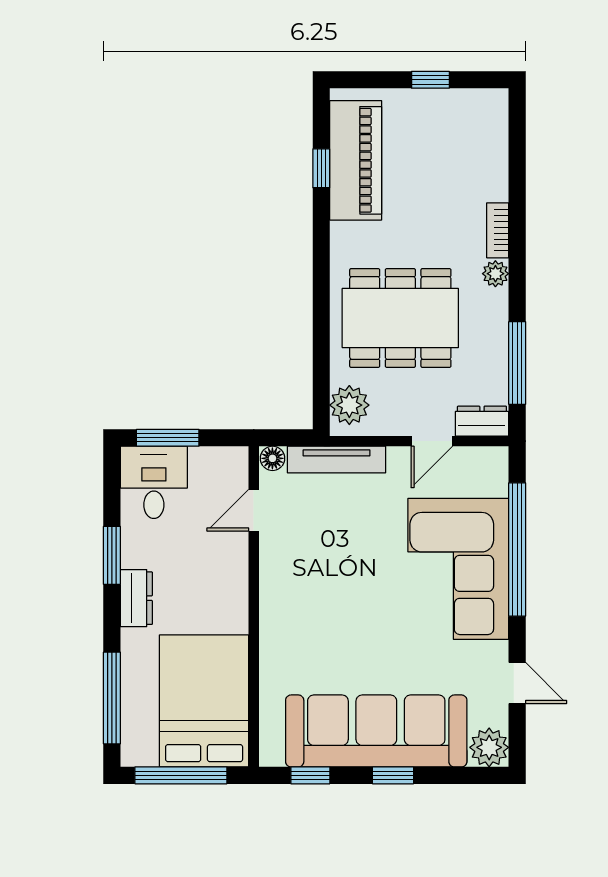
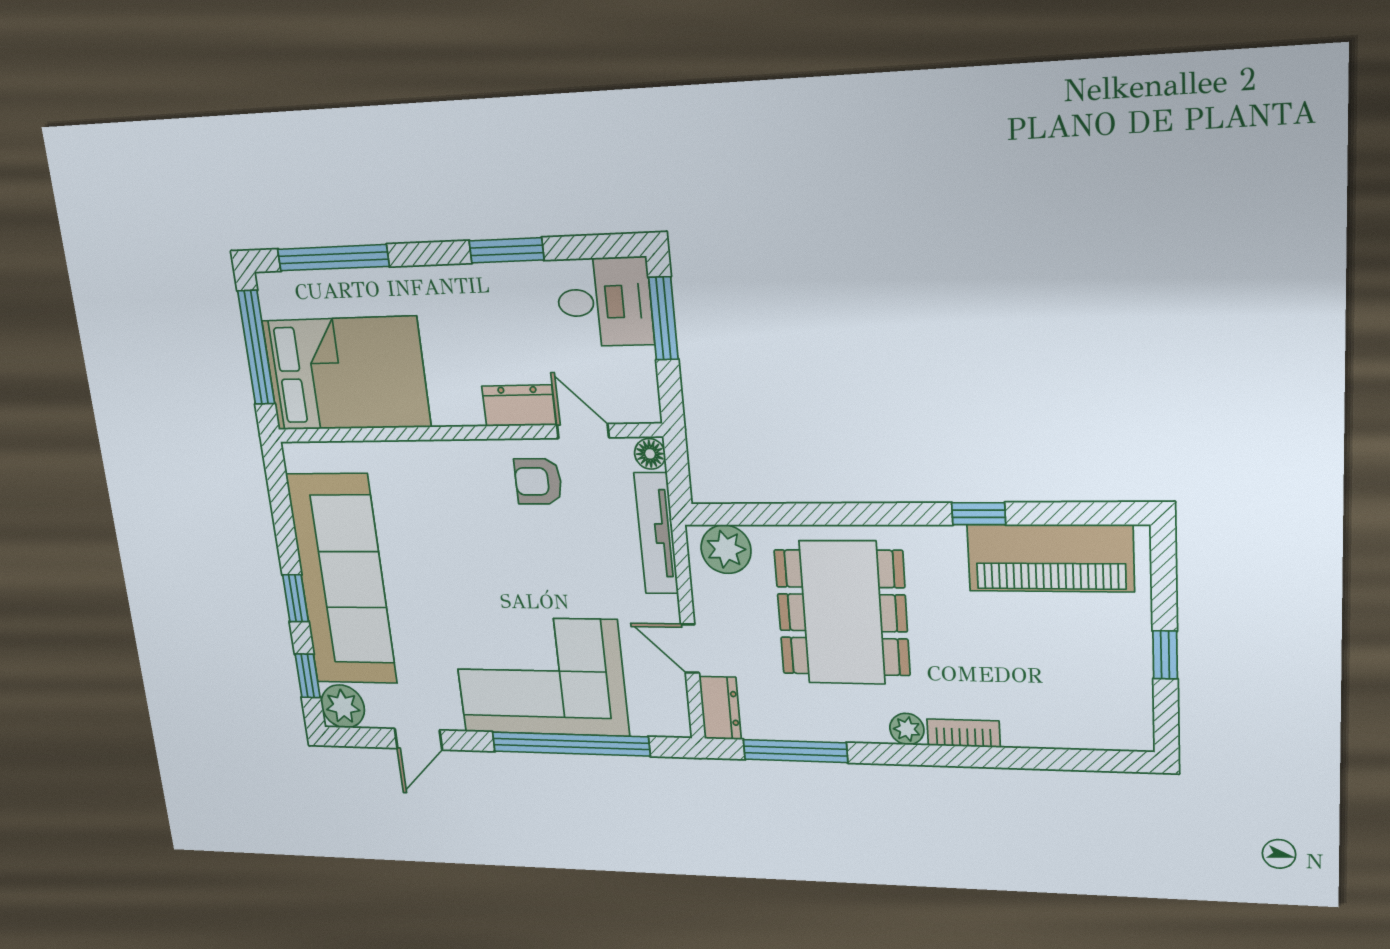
window: (321, 168) -> (979, 514), moved
armchair: (294, 551) -> (538, 481), added
dresser: (136, 598) -> (519, 406), moved, turned 180
window: (310, 775) -> (308, 676), moved

